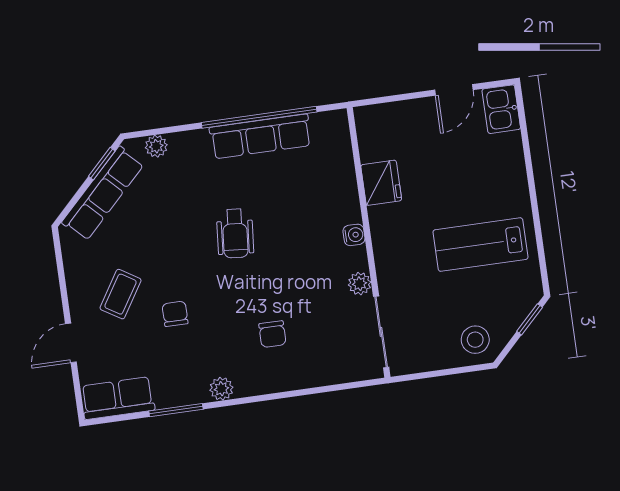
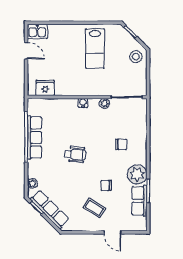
fridge: (381, 183) -> (45, 88), moved
plant: (221, 389) -> (137, 174), width x1.87, depth x1.87
row of seats: (118, 398) -> (139, 201), moved

